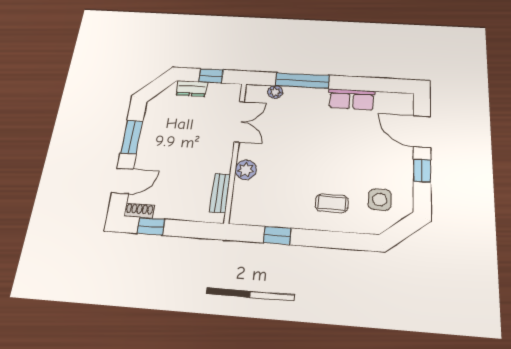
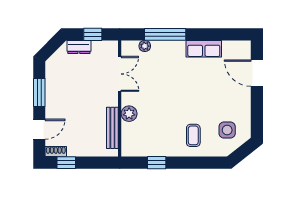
window: (422, 171) -> (257, 105), removed
bench: (220, 193) -> (112, 128), width x1.36
coffee table: (332, 203) -> (193, 135), turned 90

